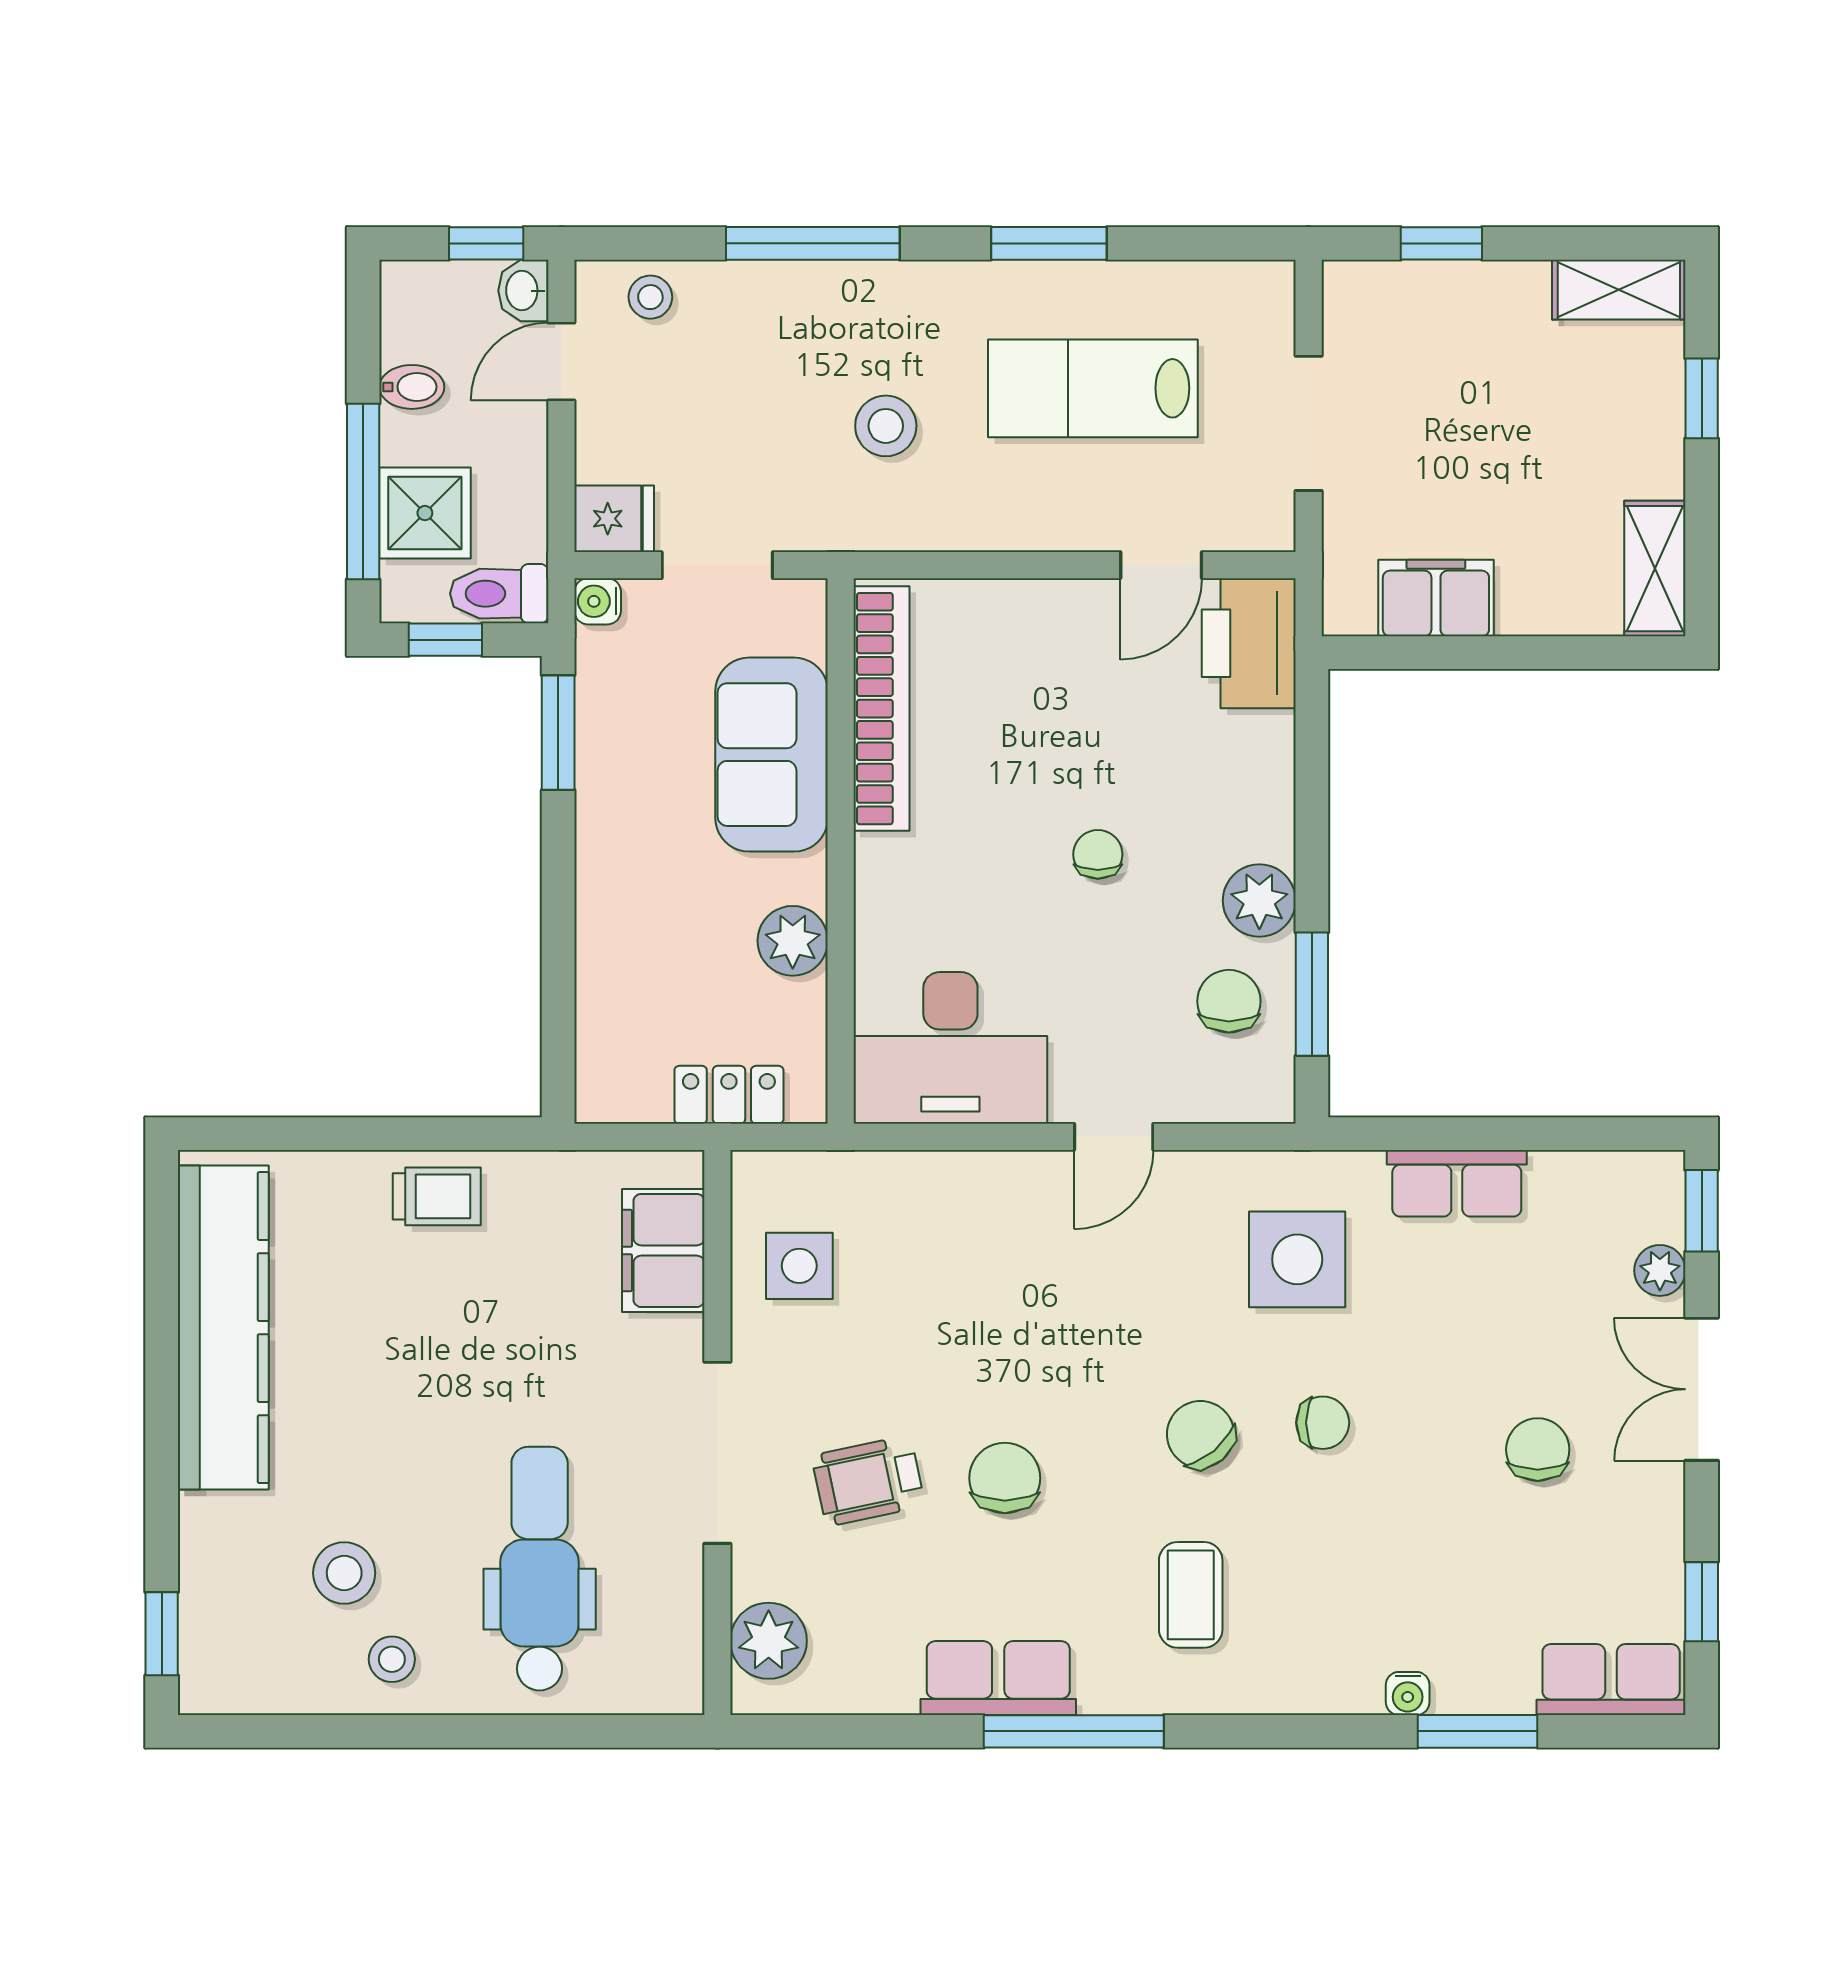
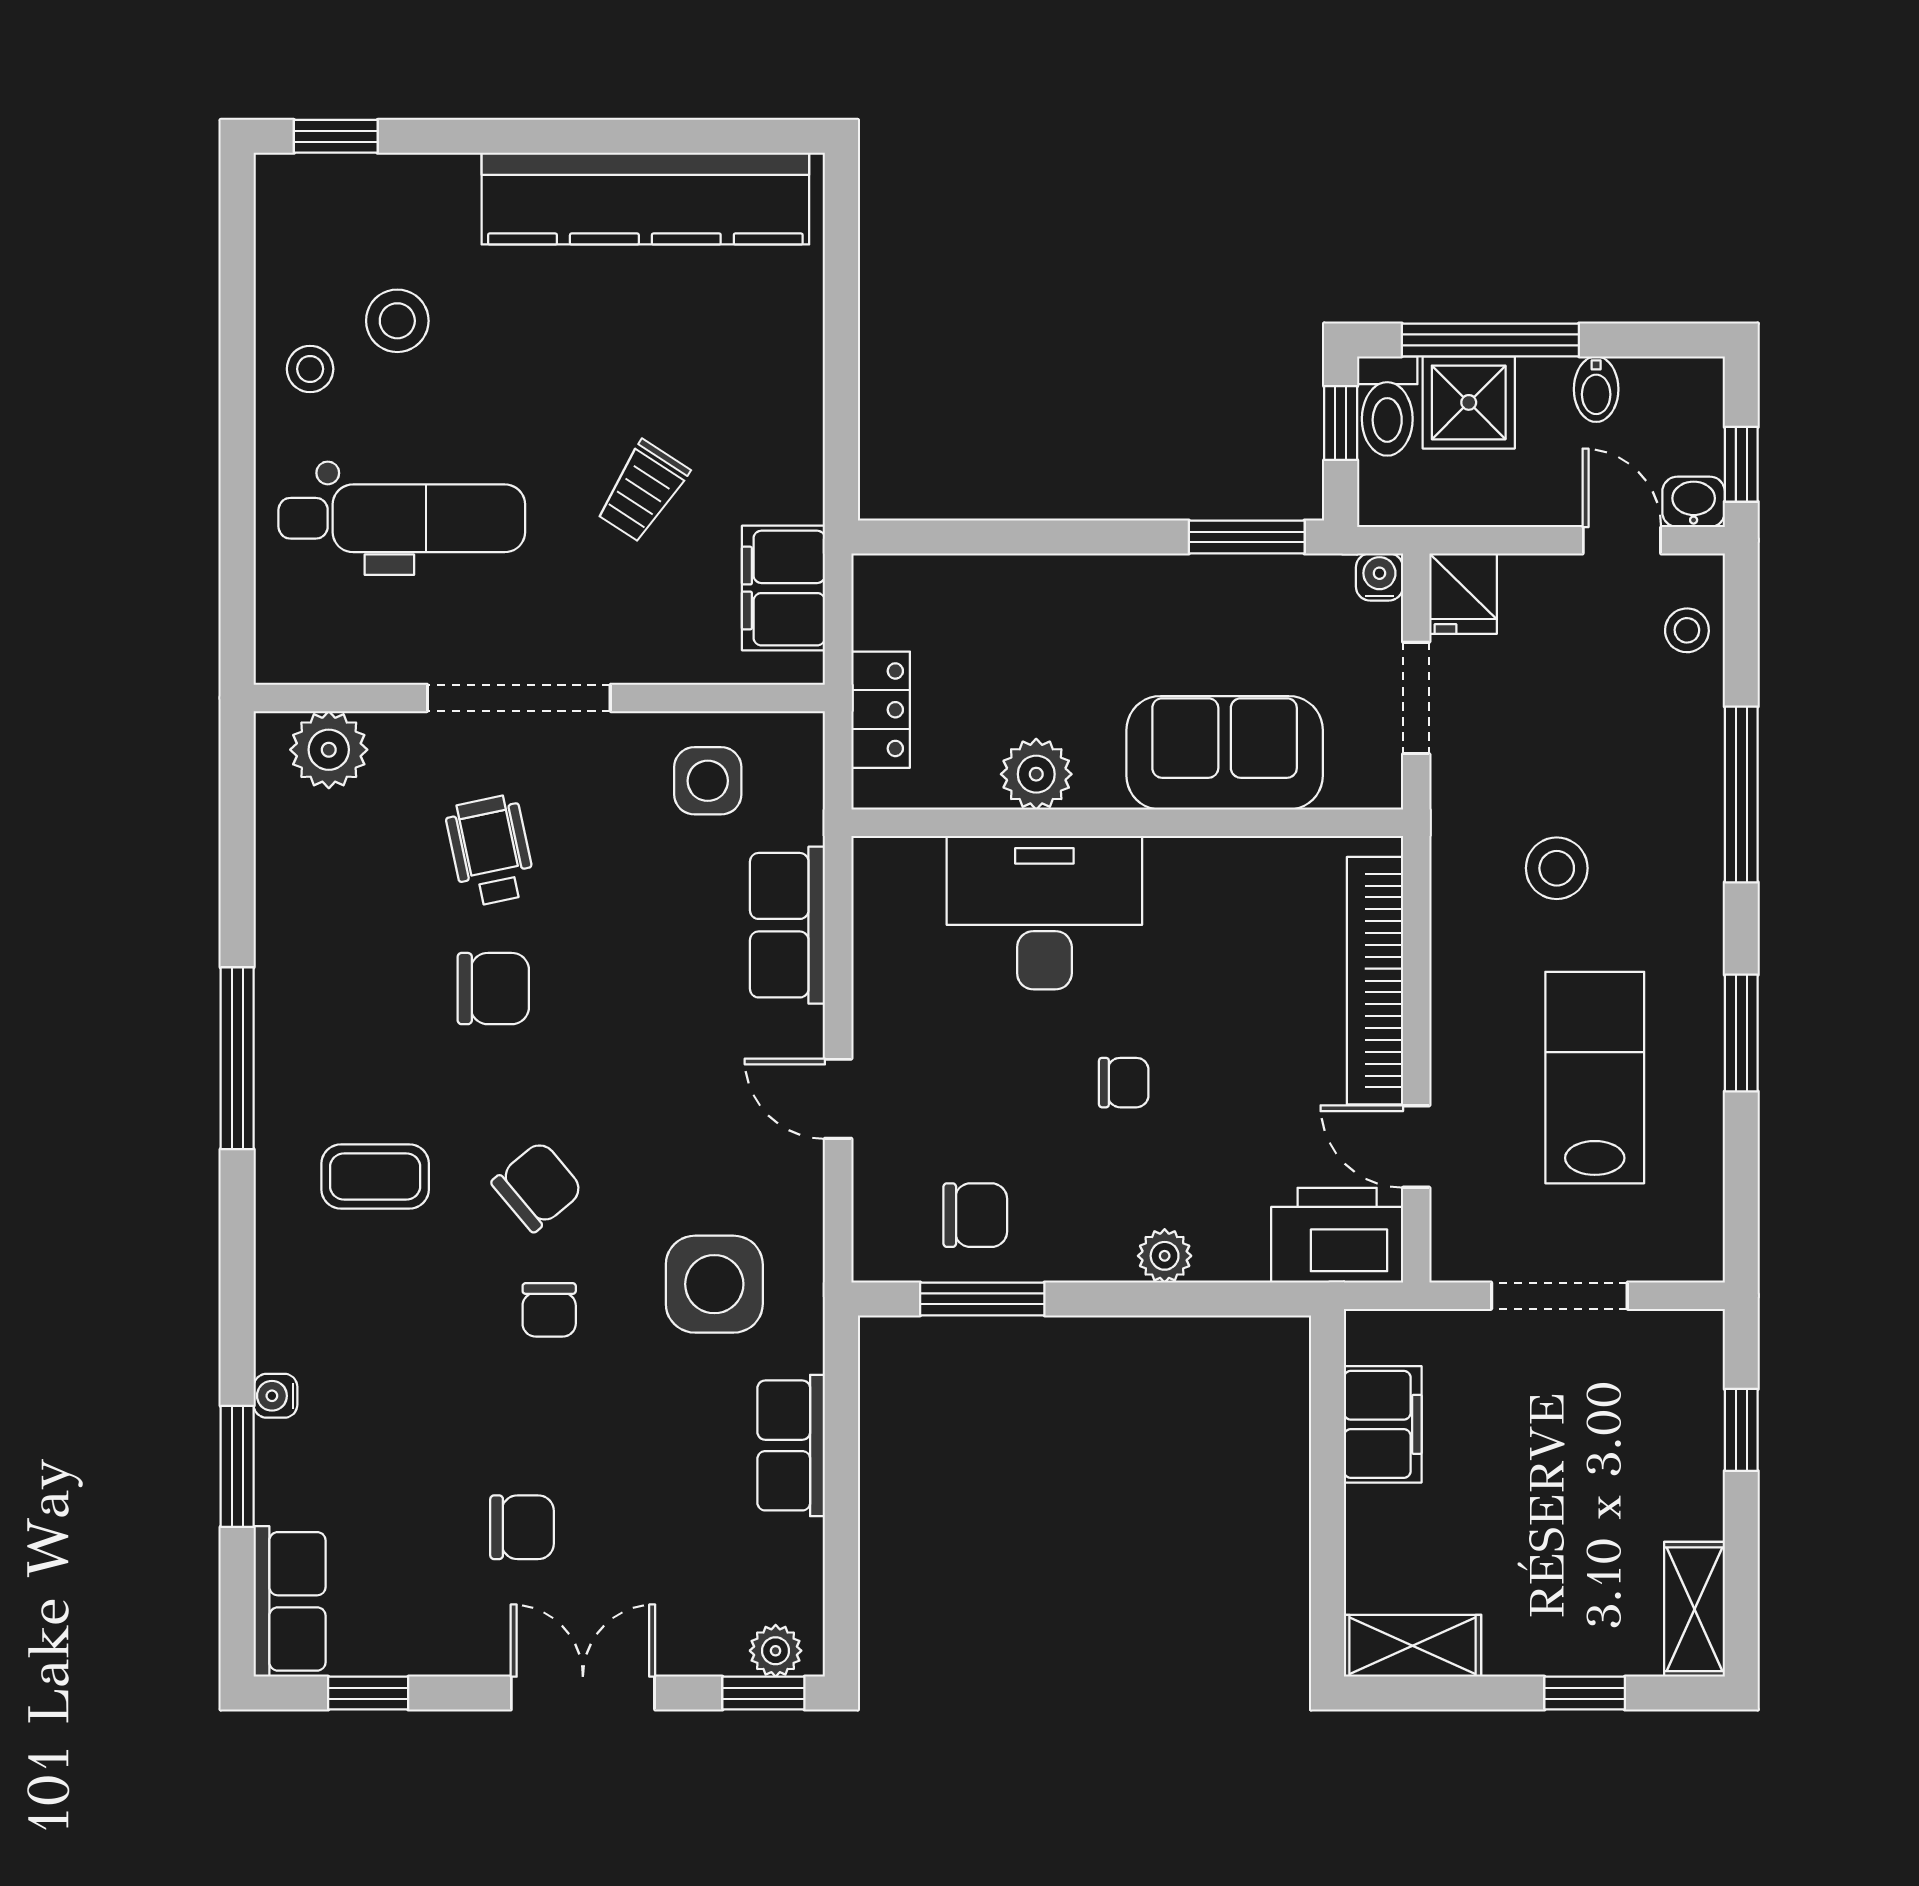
toilet: (499, 594) -> (1387, 406), moved, turned 180
bookcase: (882, 709) -> (1375, 981), moved, turned 90
plant: (1259, 901) -> (1165, 1256), moved, width x0.73, depth x0.73
desk: (950, 1048) -> (1044, 913), moved, turned 90
trolley: (437, 1196) -> (642, 491), moved, turned 33
filing cabinet: (663, 1250) -> (783, 588), moved, turned -90
plant: (1660, 1270) -> (776, 1651), moved
row of seats: (998, 1678) -> (787, 925), moved, turned 180

